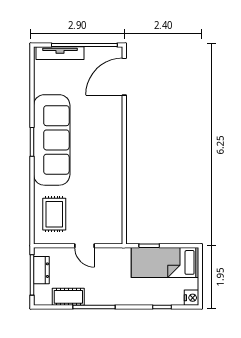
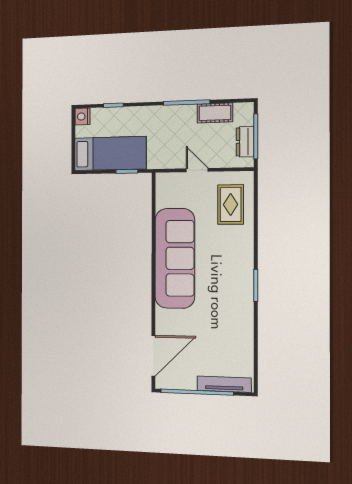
sofa: (52, 140) -> (175, 258), moved, turned 180

